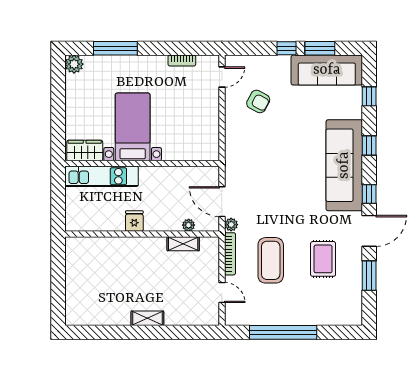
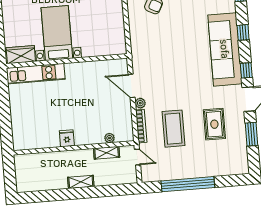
fridge: (134, 221) -> (67, 138), moved
plant: (189, 225) -> (110, 138), moved
wall: (142, 234) -> (74, 148), moved
shelving: (183, 244) -> (107, 153), moved

